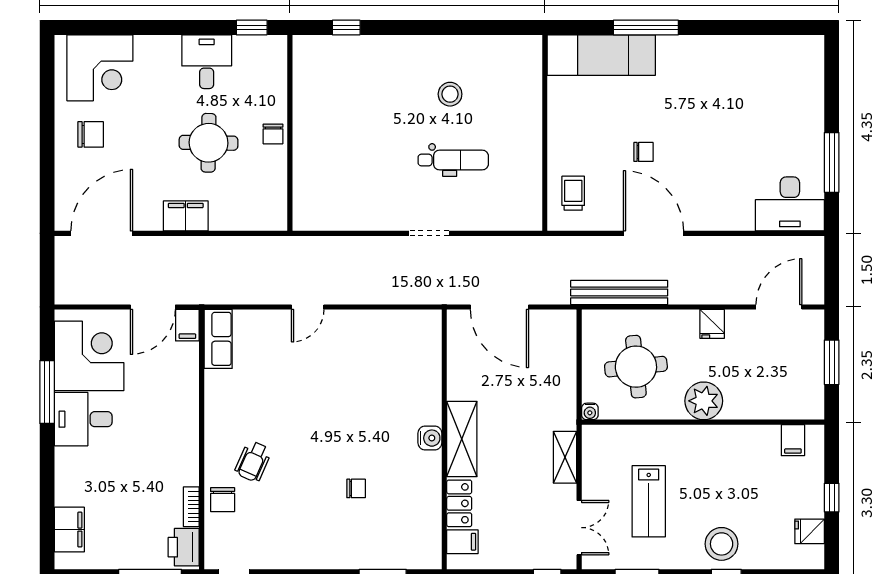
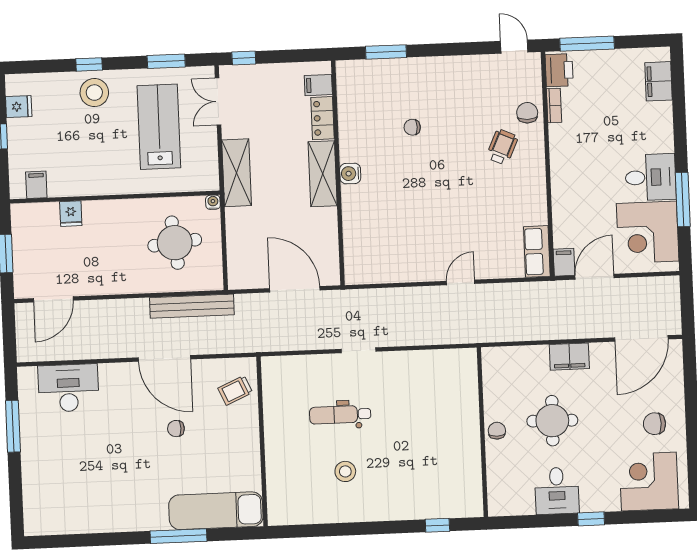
window: (252, 27) -> (591, 519), moved
trolley: (573, 193) -> (235, 390), turned 66
desk: (790, 204) -> (68, 388), moved
fridge: (712, 324) -> (71, 214), moved, turned 180
plant: (704, 401) -> (115, 216), removed
shelving: (565, 457) -> (237, 173), width x1.50, depth x1.33
lab bench: (649, 501) -> (159, 127), width x1.36, depth x1.39

